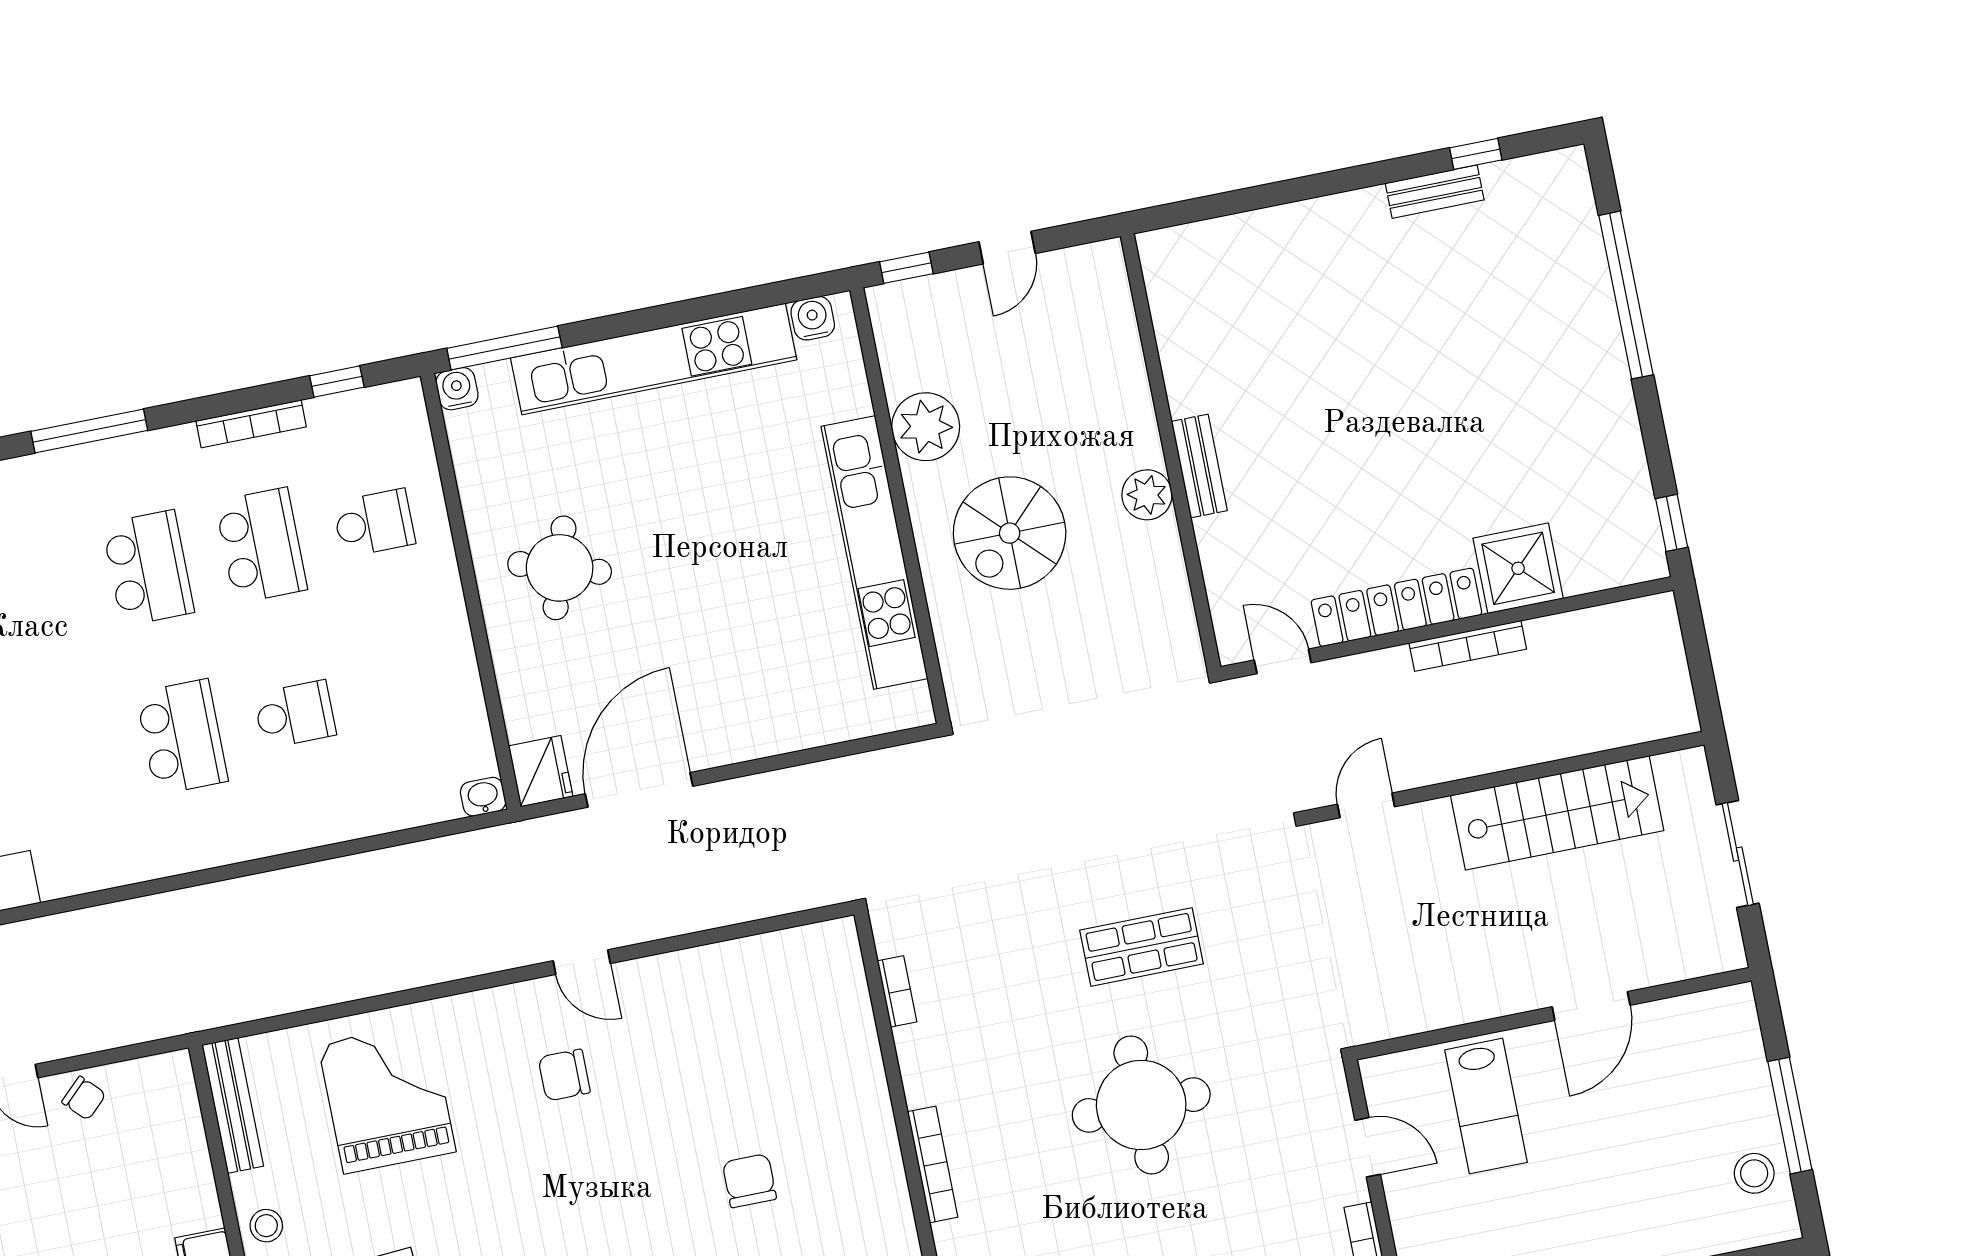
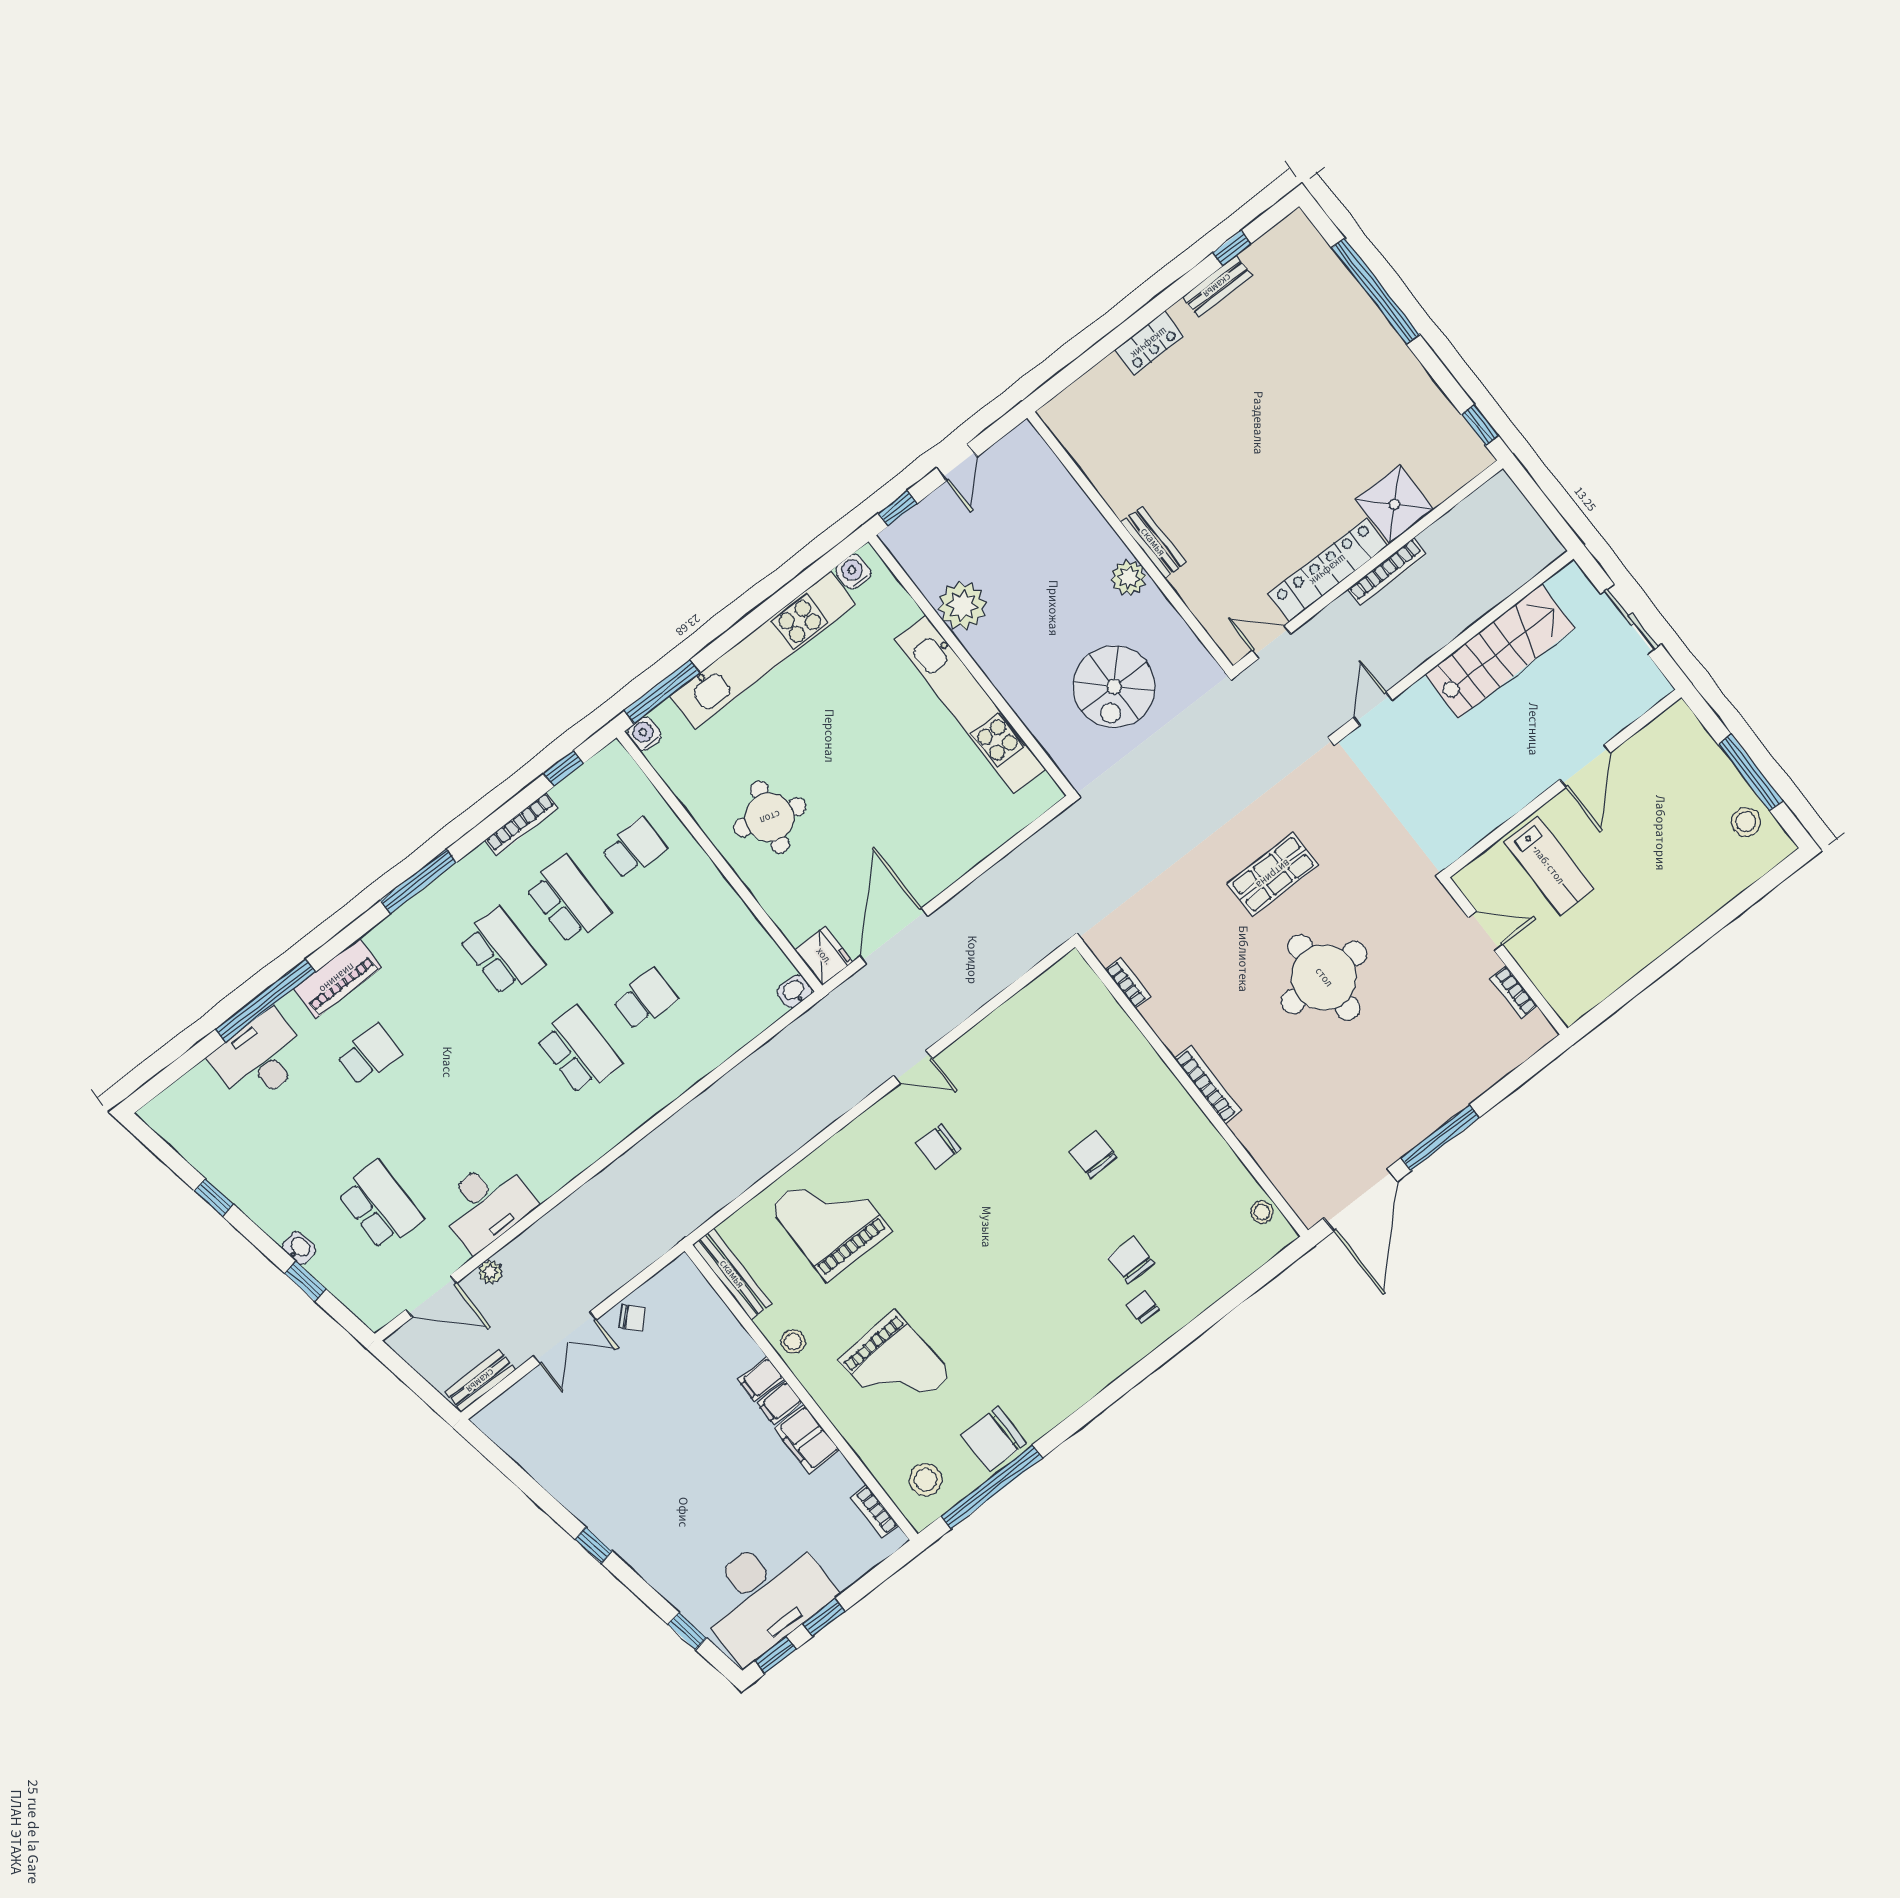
locker: (1316, 219) -> (1149, 343), added
spiral stairs: (1010, 533) -> (1114, 687), moved

